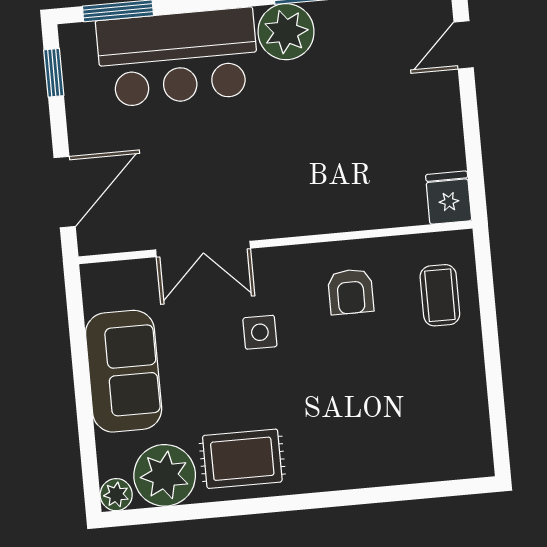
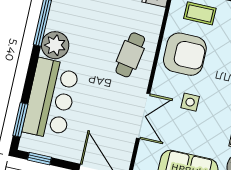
cafe table: (315, 185) -> (130, 55), added
armchair: (351, 292) -> (185, 54), width x1.88, depth x1.88

